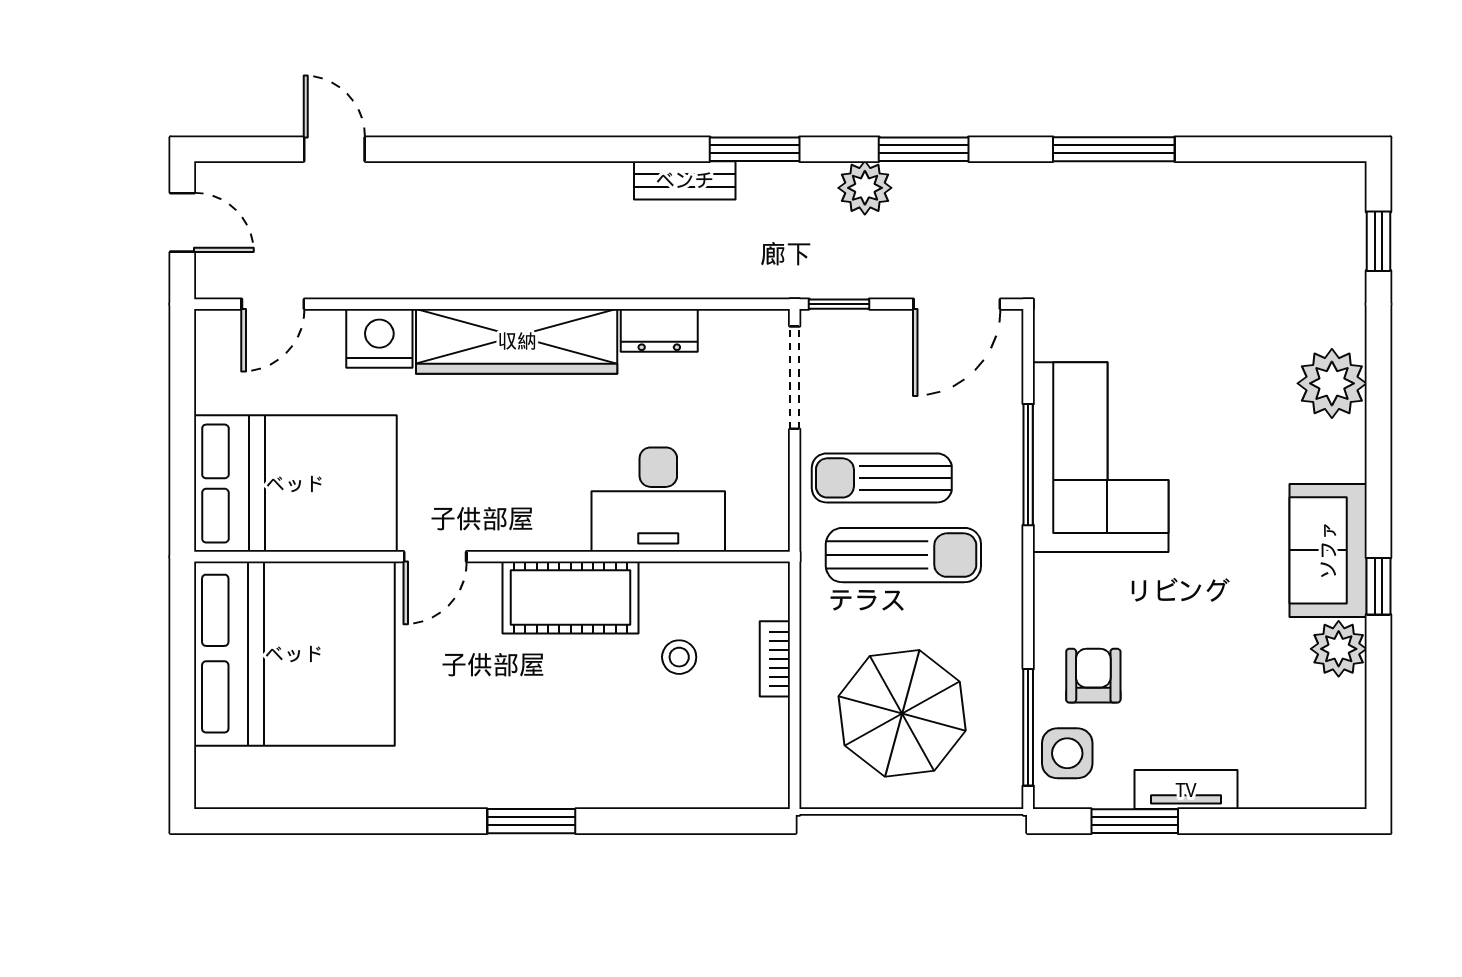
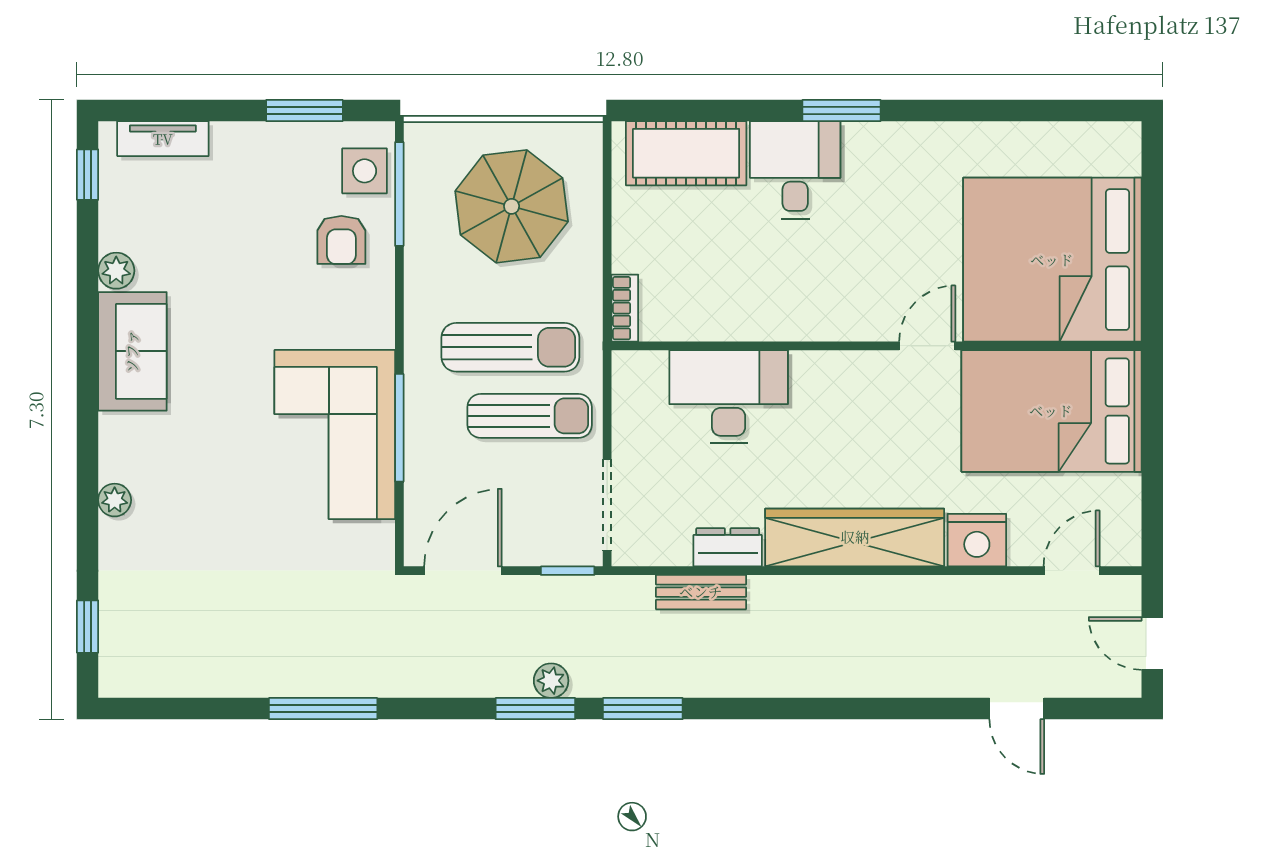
window: (924, 149) -> (535, 709), moved
bench: (685, 180) -> (701, 592), moved
plant: (865, 188) -> (551, 681), width x0.73, depth x0.73
plant: (1332, 383) -> (115, 500), width x0.53, depth x0.53
sun lounger: (903, 555) -> (510, 347), turned 180
window: (1378, 586) -> (88, 175), moved
cot: (571, 597) -> (686, 153), moved
plant: (1339, 649) -> (116, 271), width x0.73, depth x0.73
stool: (679, 657) -> (710, 256), removed
bookcase: (775, 659) -> (625, 308), moved
desk: (583, 754) -> (795, 170), added
tv unit: (1186, 790) -> (163, 139), moved

